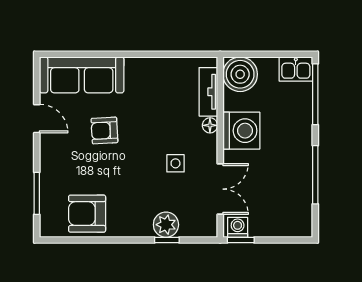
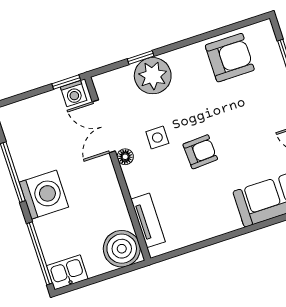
floor lamp: (210, 125) -> (125, 157), moved
armchair: (104, 130) -> (200, 152), moved
washing machine: (241, 131) -> (44, 195), moved, turned 180
plant: (166, 225) -> (153, 76), width x1.36, depth x1.36

